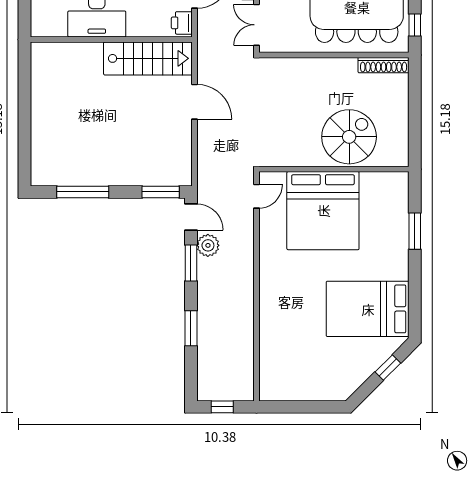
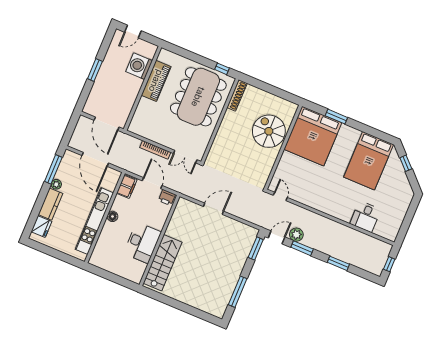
stairs: (148, 58) -> (163, 263), moved
bed: (323, 211) -> (313, 136), moved, turned 90
desk: (280, 340) -> (365, 217), added

